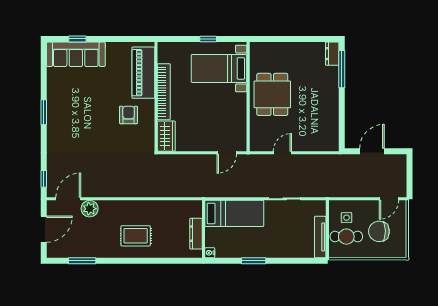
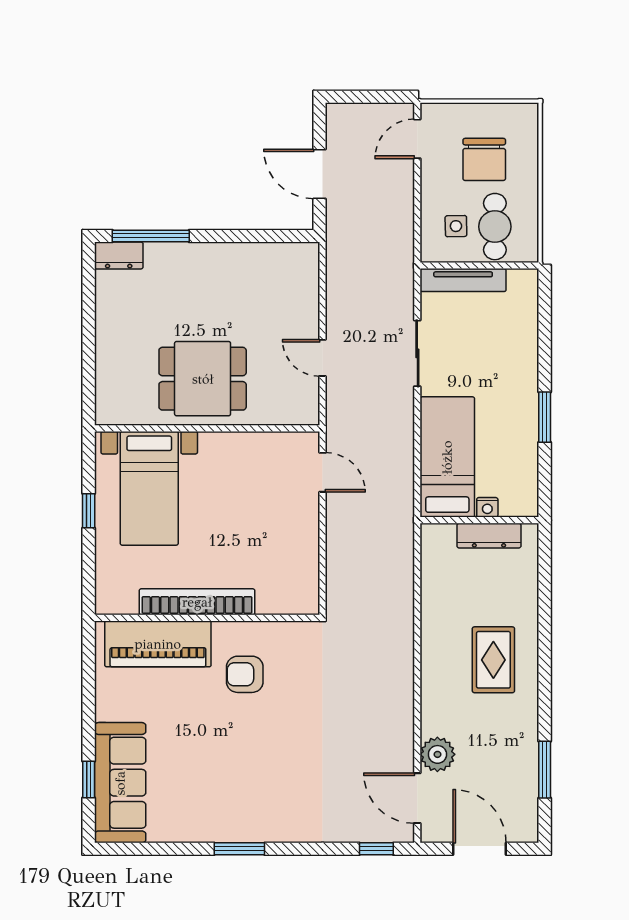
wardrobe: (166, 136) -> (288, 597), removed
door: (389, 199) -> (417, 139), swing flipped
tv unit: (320, 237) -> (463, 280), moved
nightstand: (210, 253) -> (487, 507), moved

